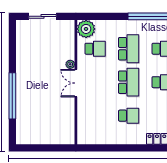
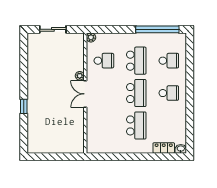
plant: (86, 29) -> (91, 37), width x0.53, depth x0.53
window: (12, 96) -> (24, 106), width x0.32
school desk: (129, 116) -> (136, 125), width x1.85

